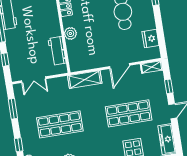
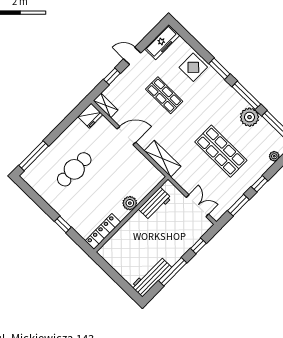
fridge: (150, 39) -> (90, 116), moved
shop shelf: (129, 113) -> (164, 95), width x0.70, depth x0.74
window: (19, 145) -> (260, 184), moved

